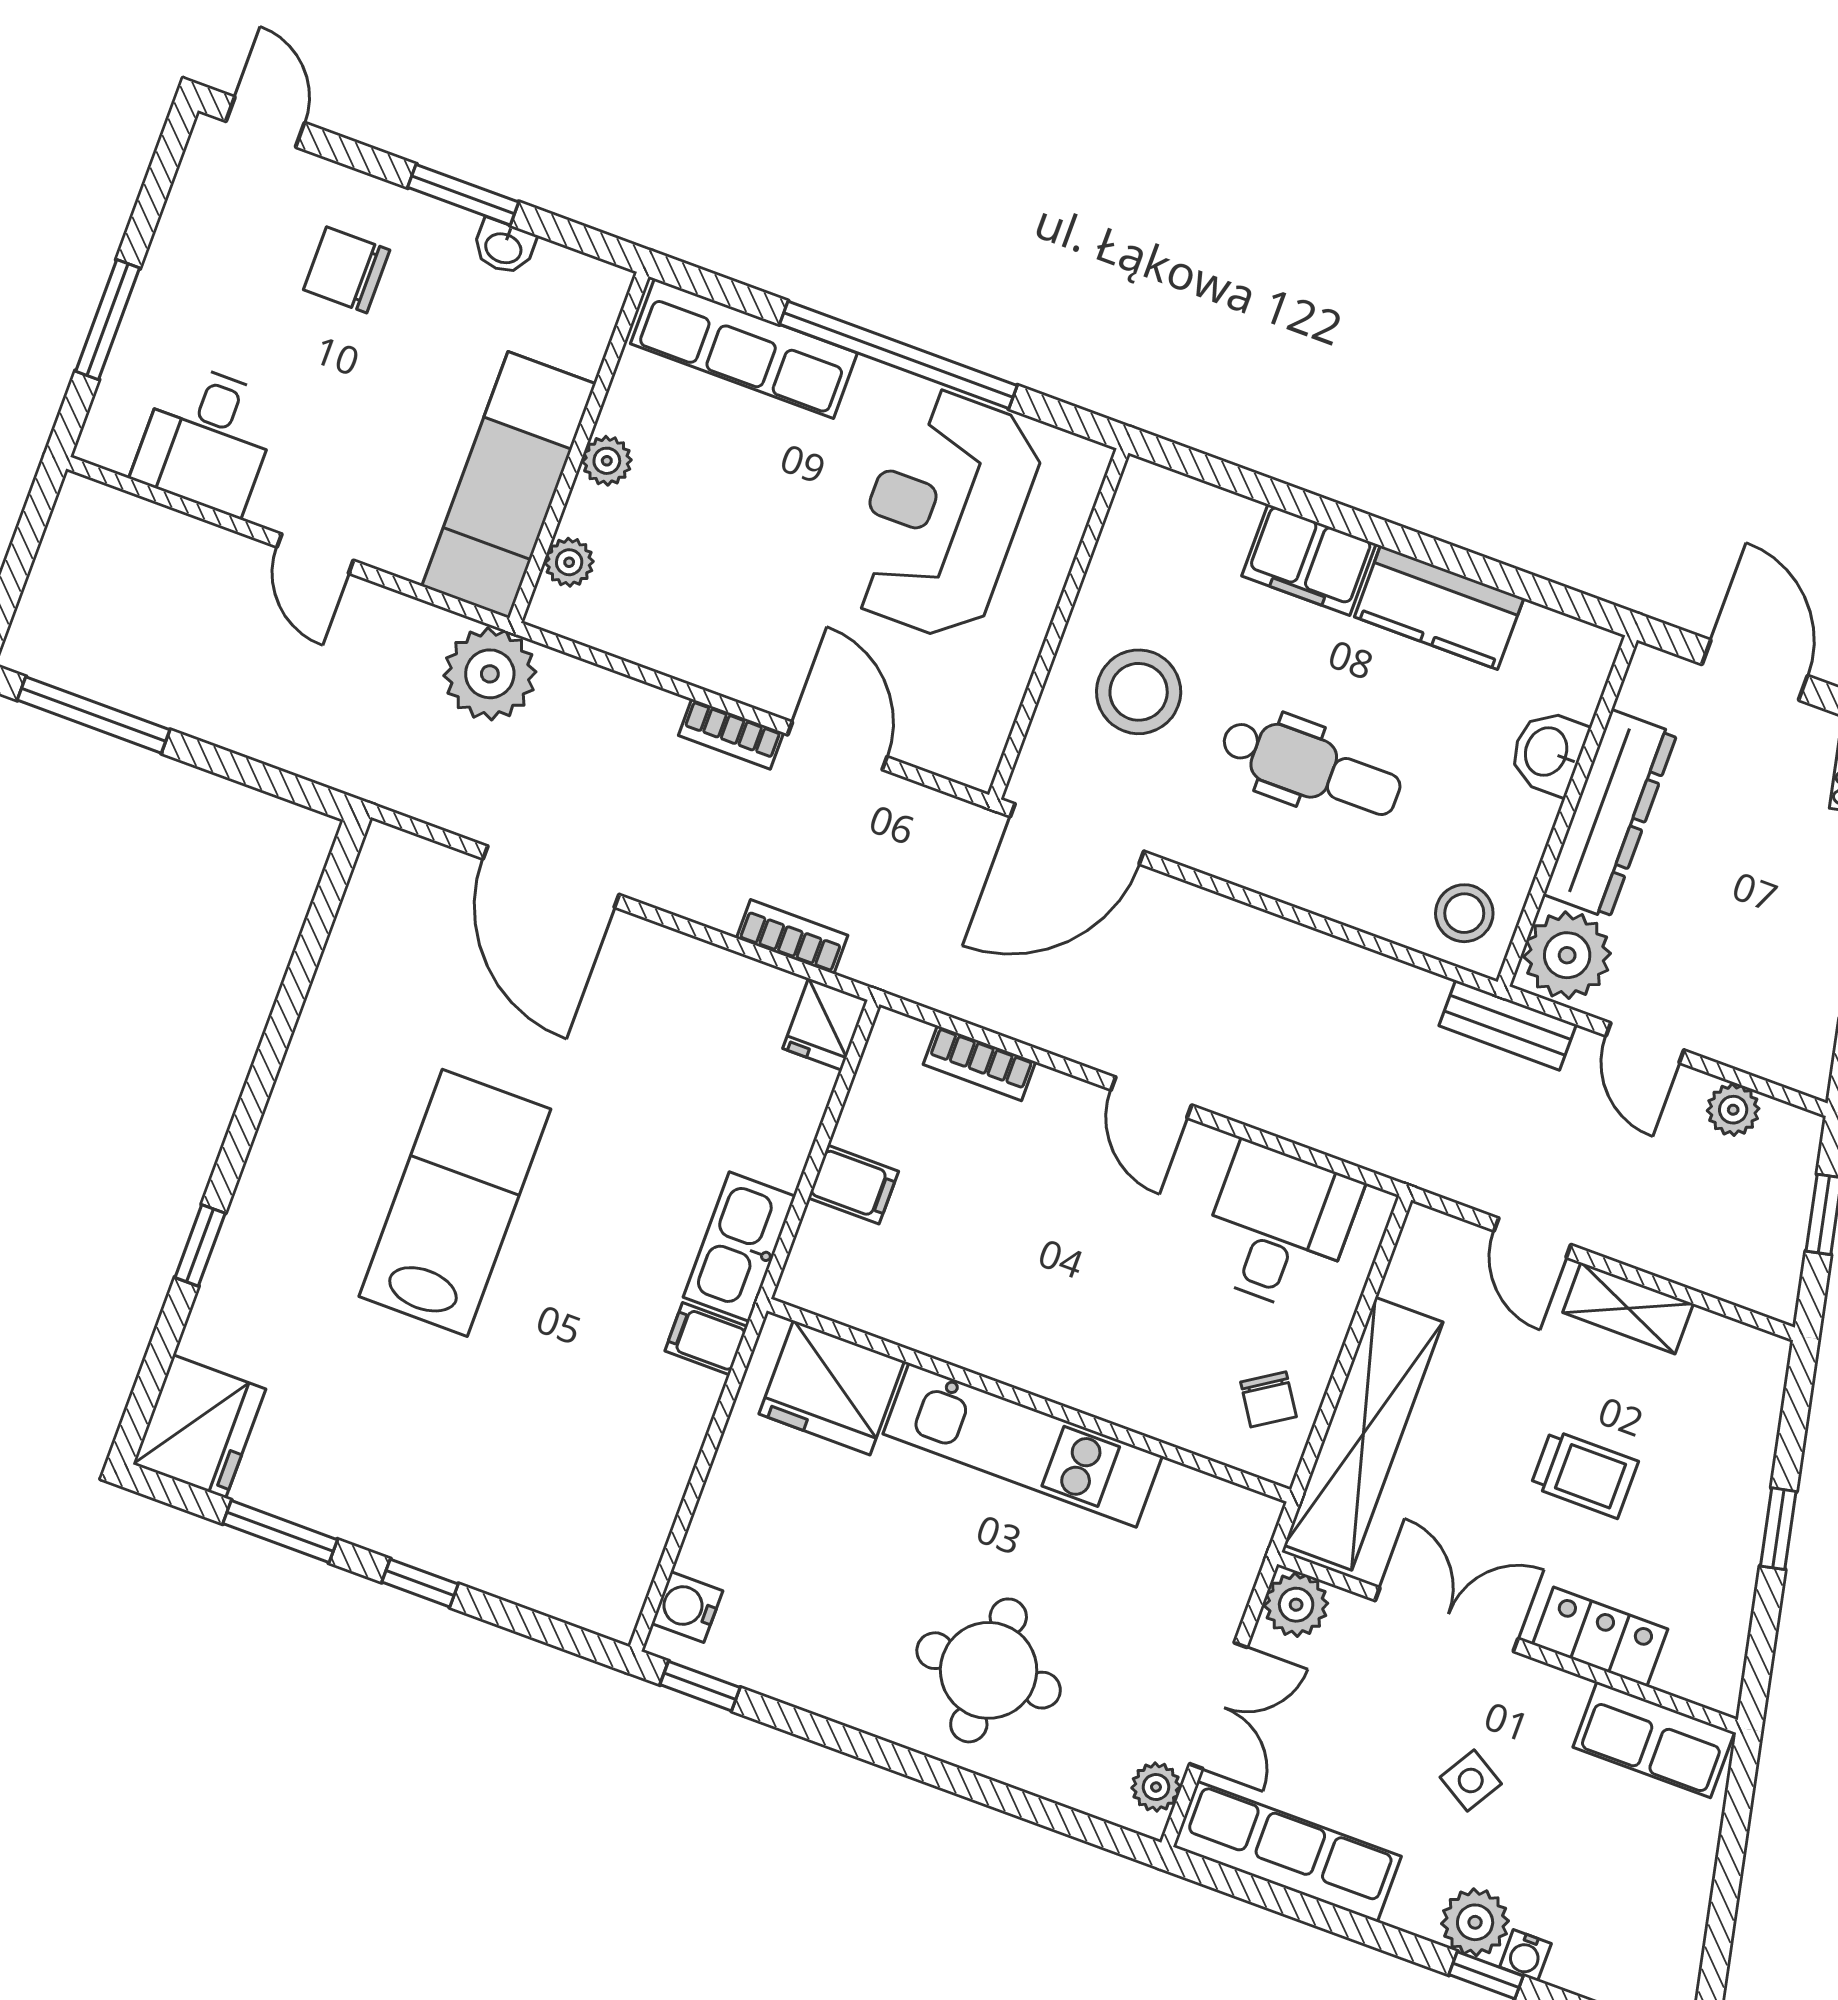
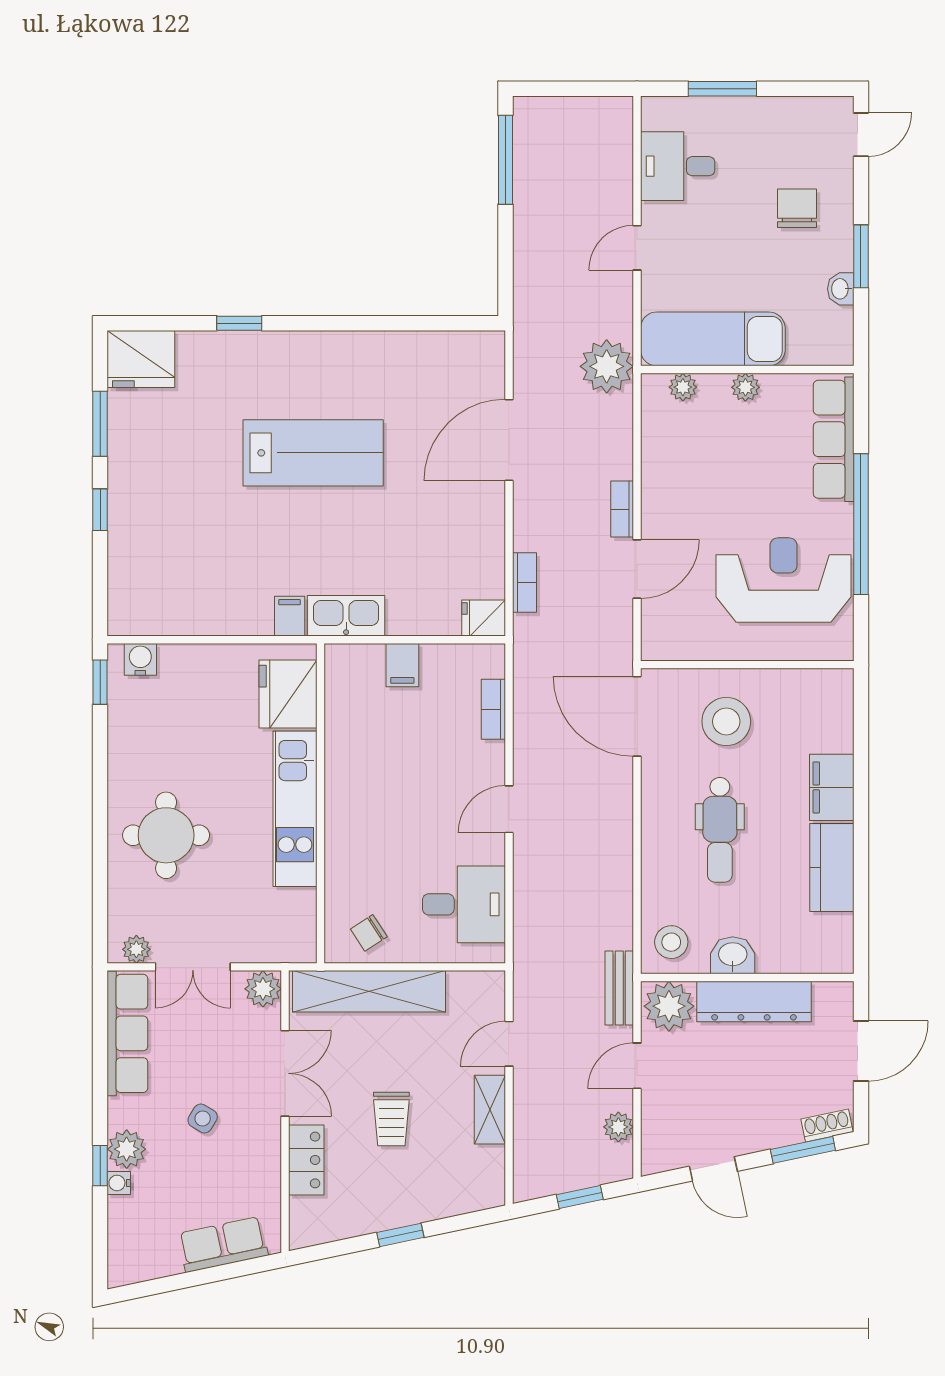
washbasin: (1548, 752) -> (733, 955), moved
row of seats: (1654, 1740) -> (223, 1244), moved, turned 78

